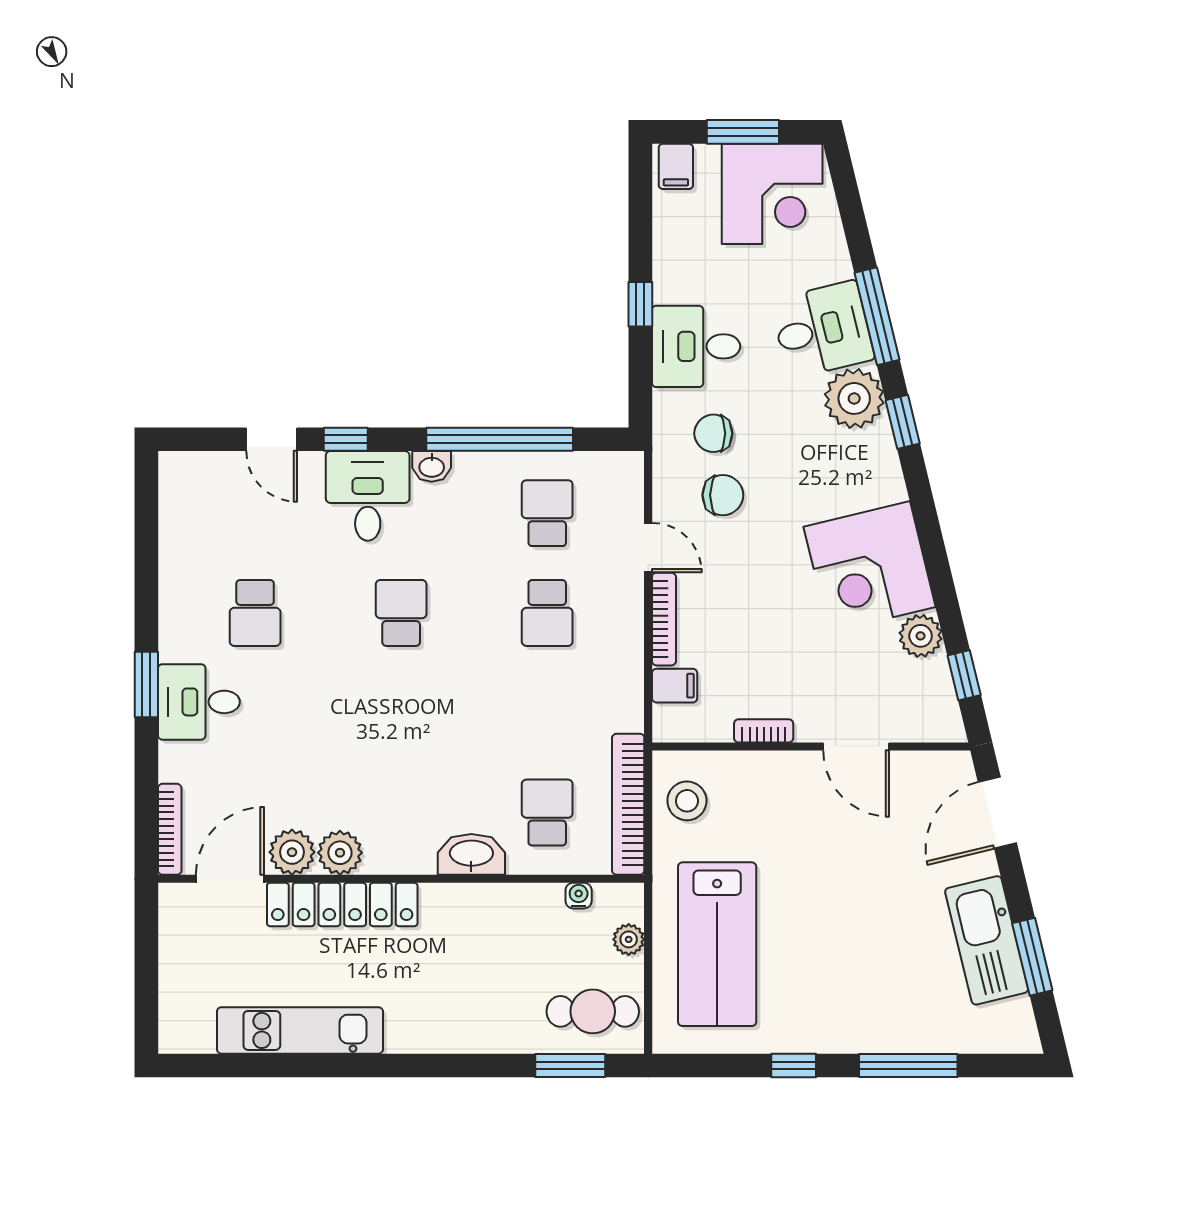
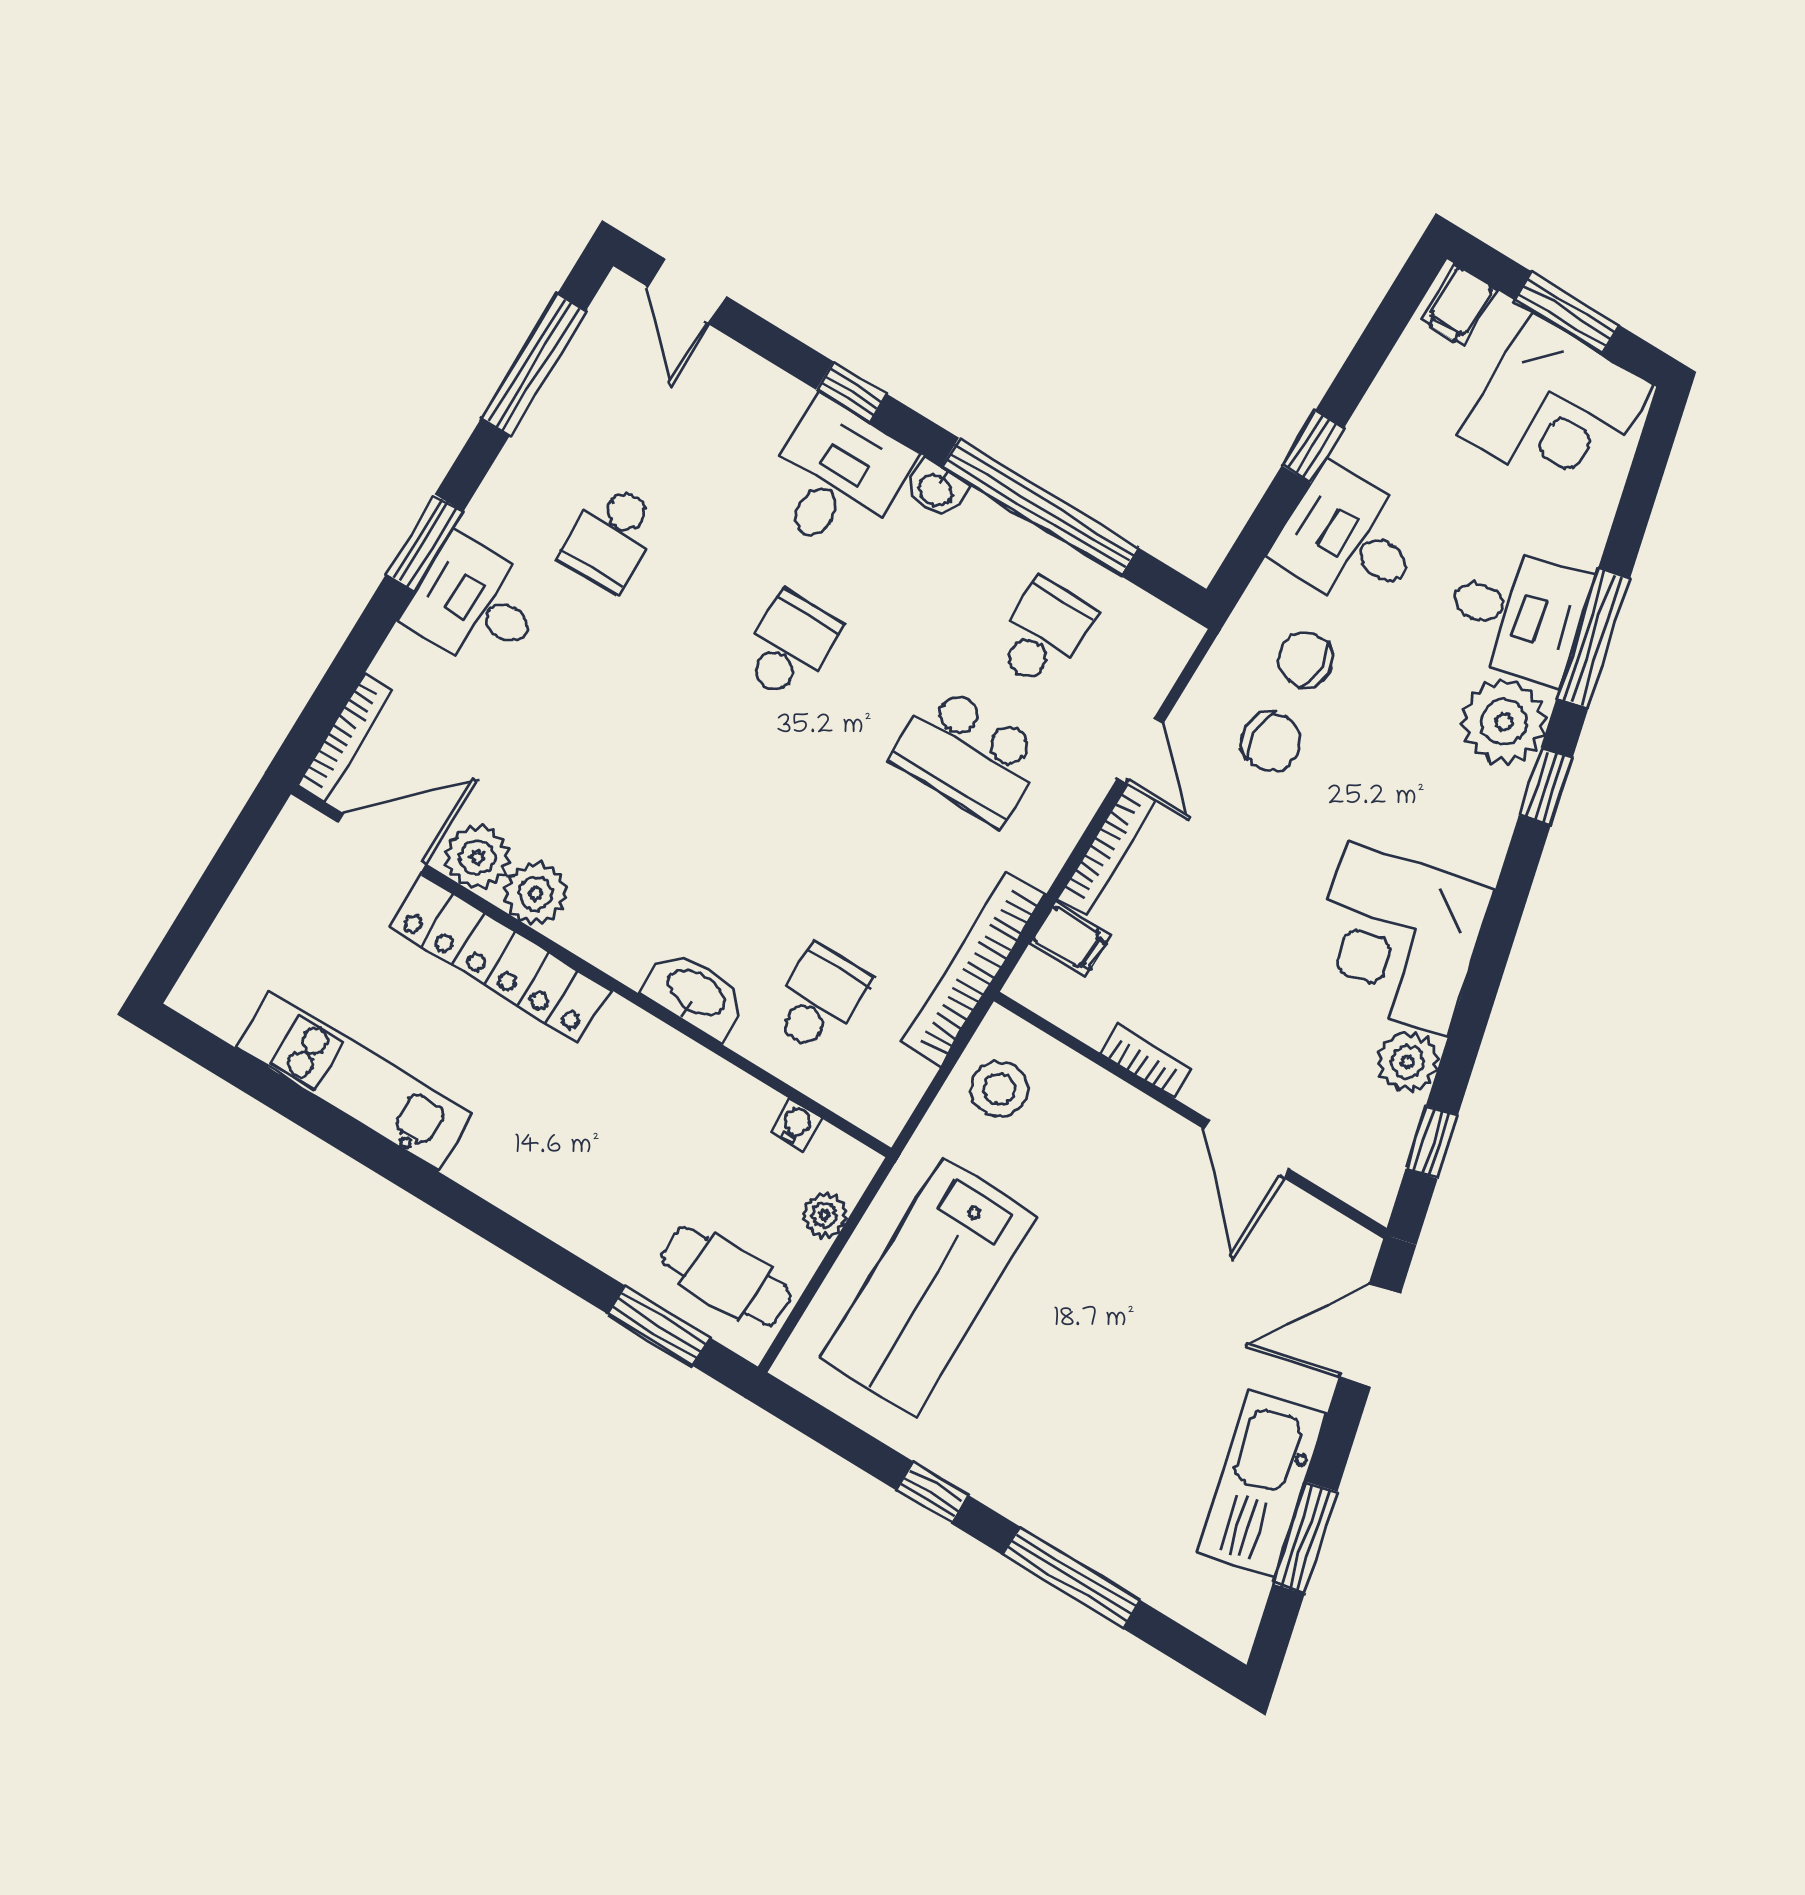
door: (272, 439) -> (687, 291), moved
window: (146, 539) -> (533, 365), added
school desk: (547, 613) -> (968, 755), width x1.85
bookcase: (628, 804) -> (973, 969), moved

